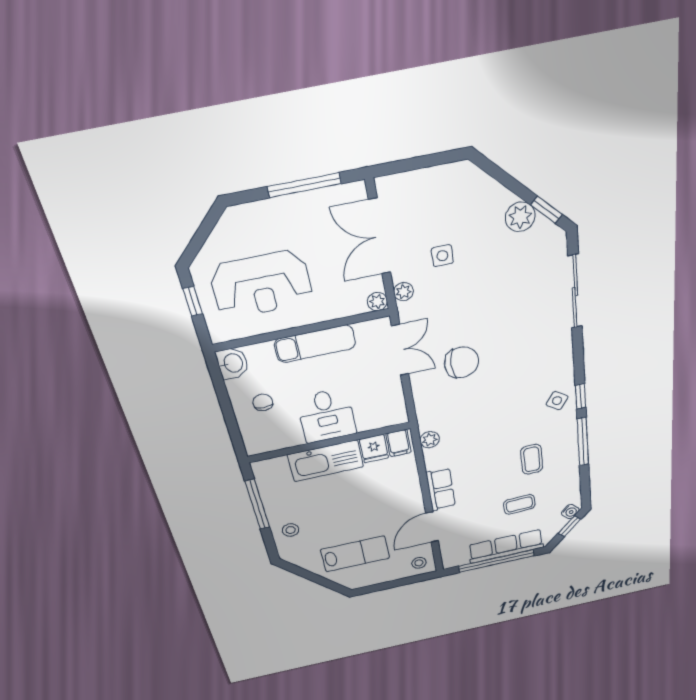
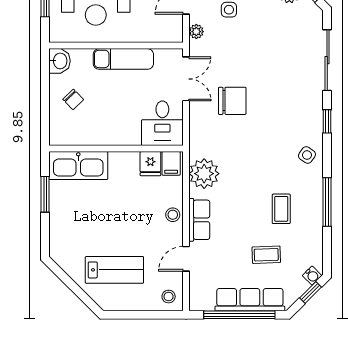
plant: (377, 302) -> (176, 35), removed
window: (580, 396) -> (327, 121), moved
chair: (263, 402) -> (73, 99), turned 136
desk: (326, 416) -> (162, 123), moved
plant: (430, 440) -> (204, 174), width x1.88, depth x1.88
kitchen sink: (326, 461) -> (78, 166), moved
window: (257, 504) -> (45, 194), width x0.69
door: (432, 527) -> (186, 259), width x0.73
stool: (291, 530) -> (173, 215), moved

